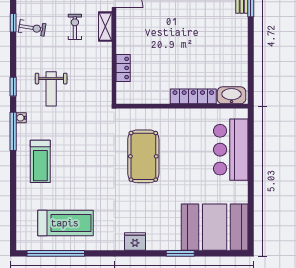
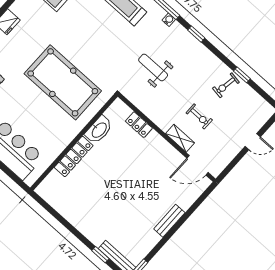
weight bench: (51, 89) -> (153, 67), moved
washbasin: (231, 95) -> (99, 130), moved
pool table: (143, 156) -> (63, 82), width x1.36, depth x1.32

